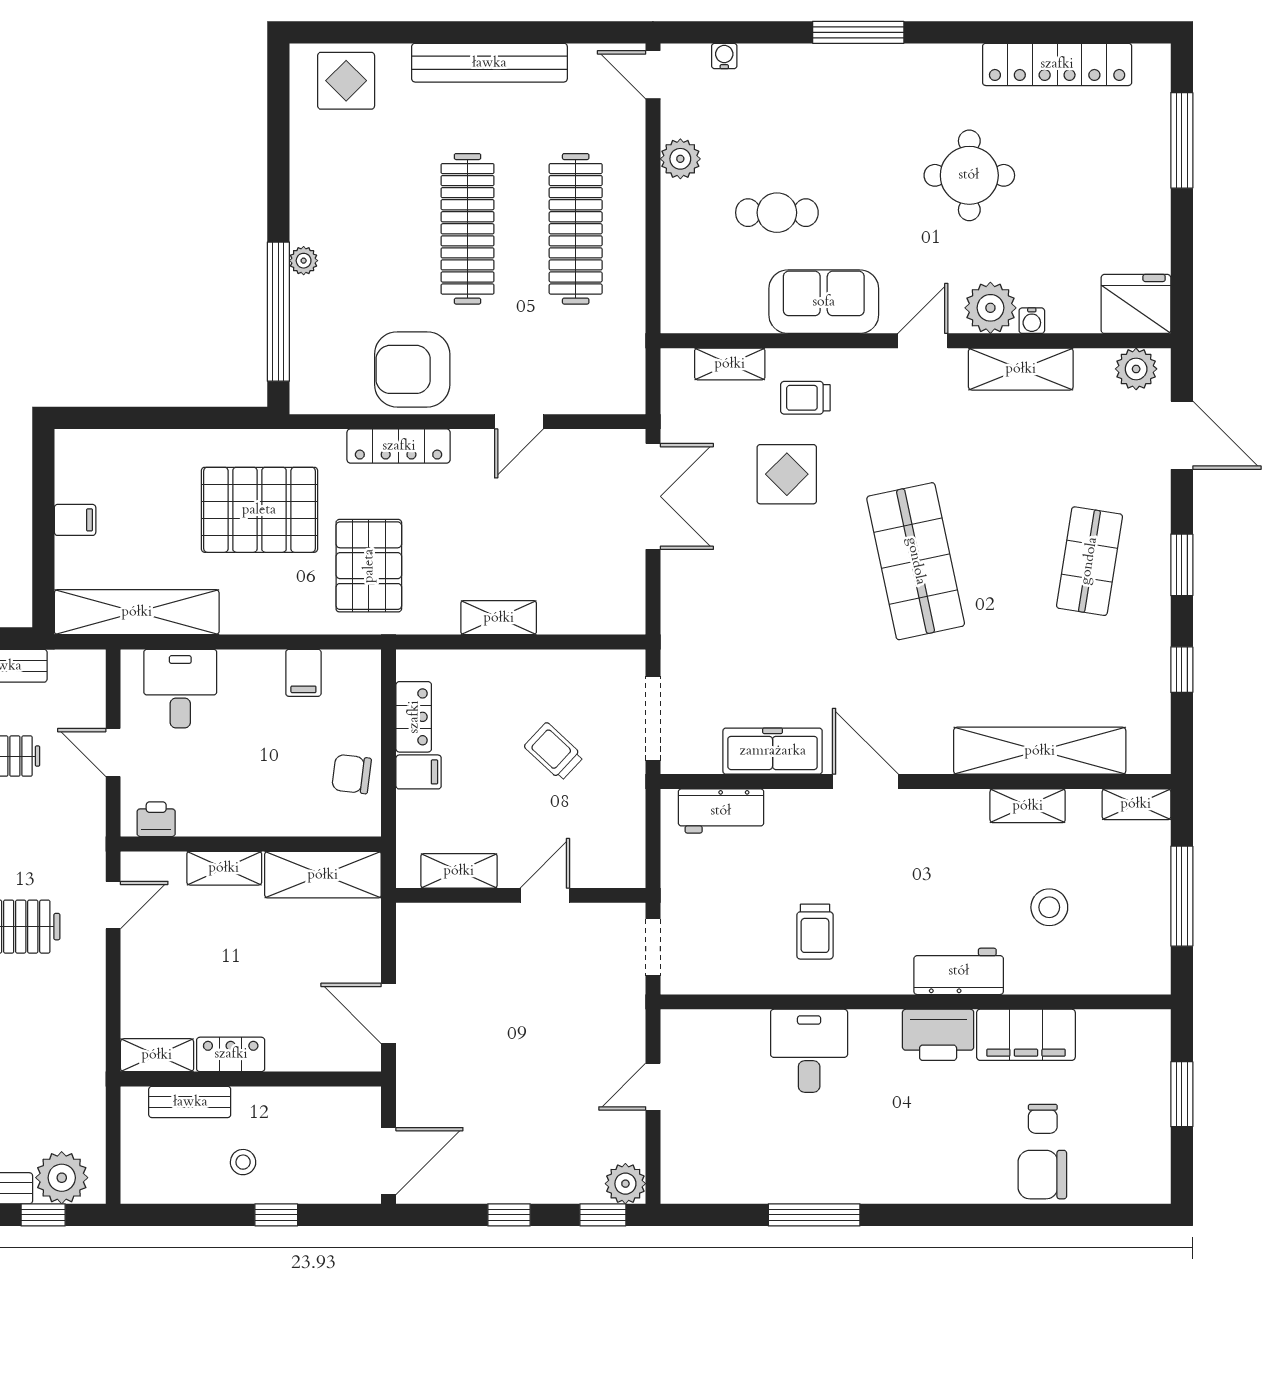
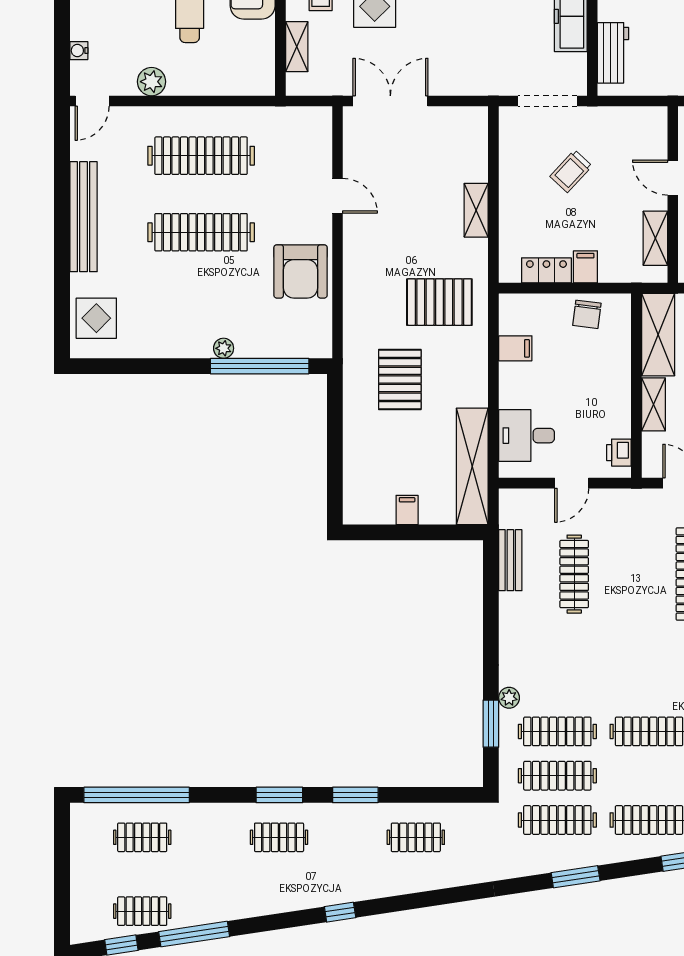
locker: (399, 446) -> (355, 281), removed
pallet: (259, 510) -> (400, 379), width x0.73, depth x0.71

